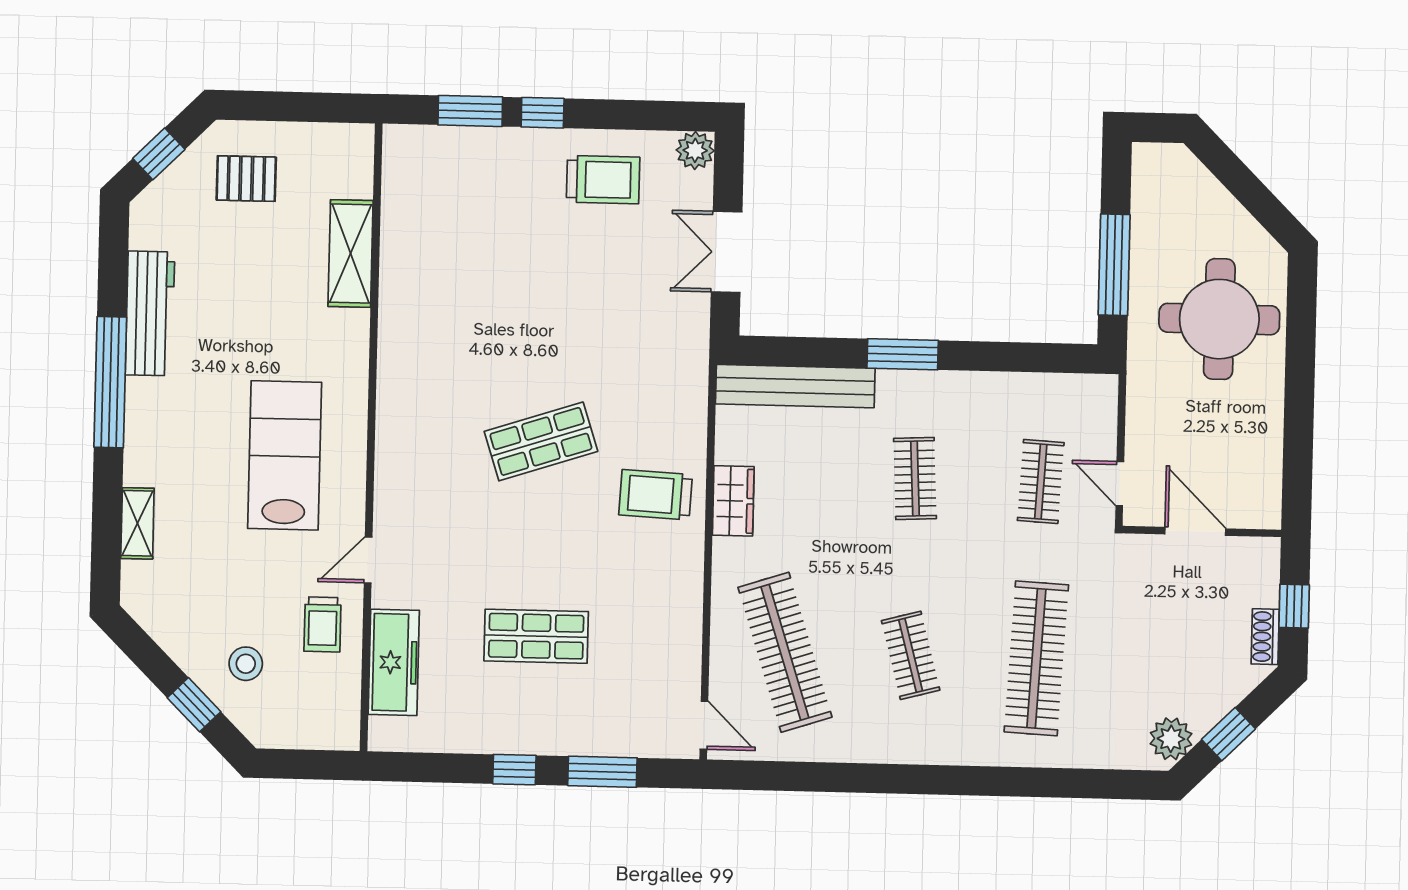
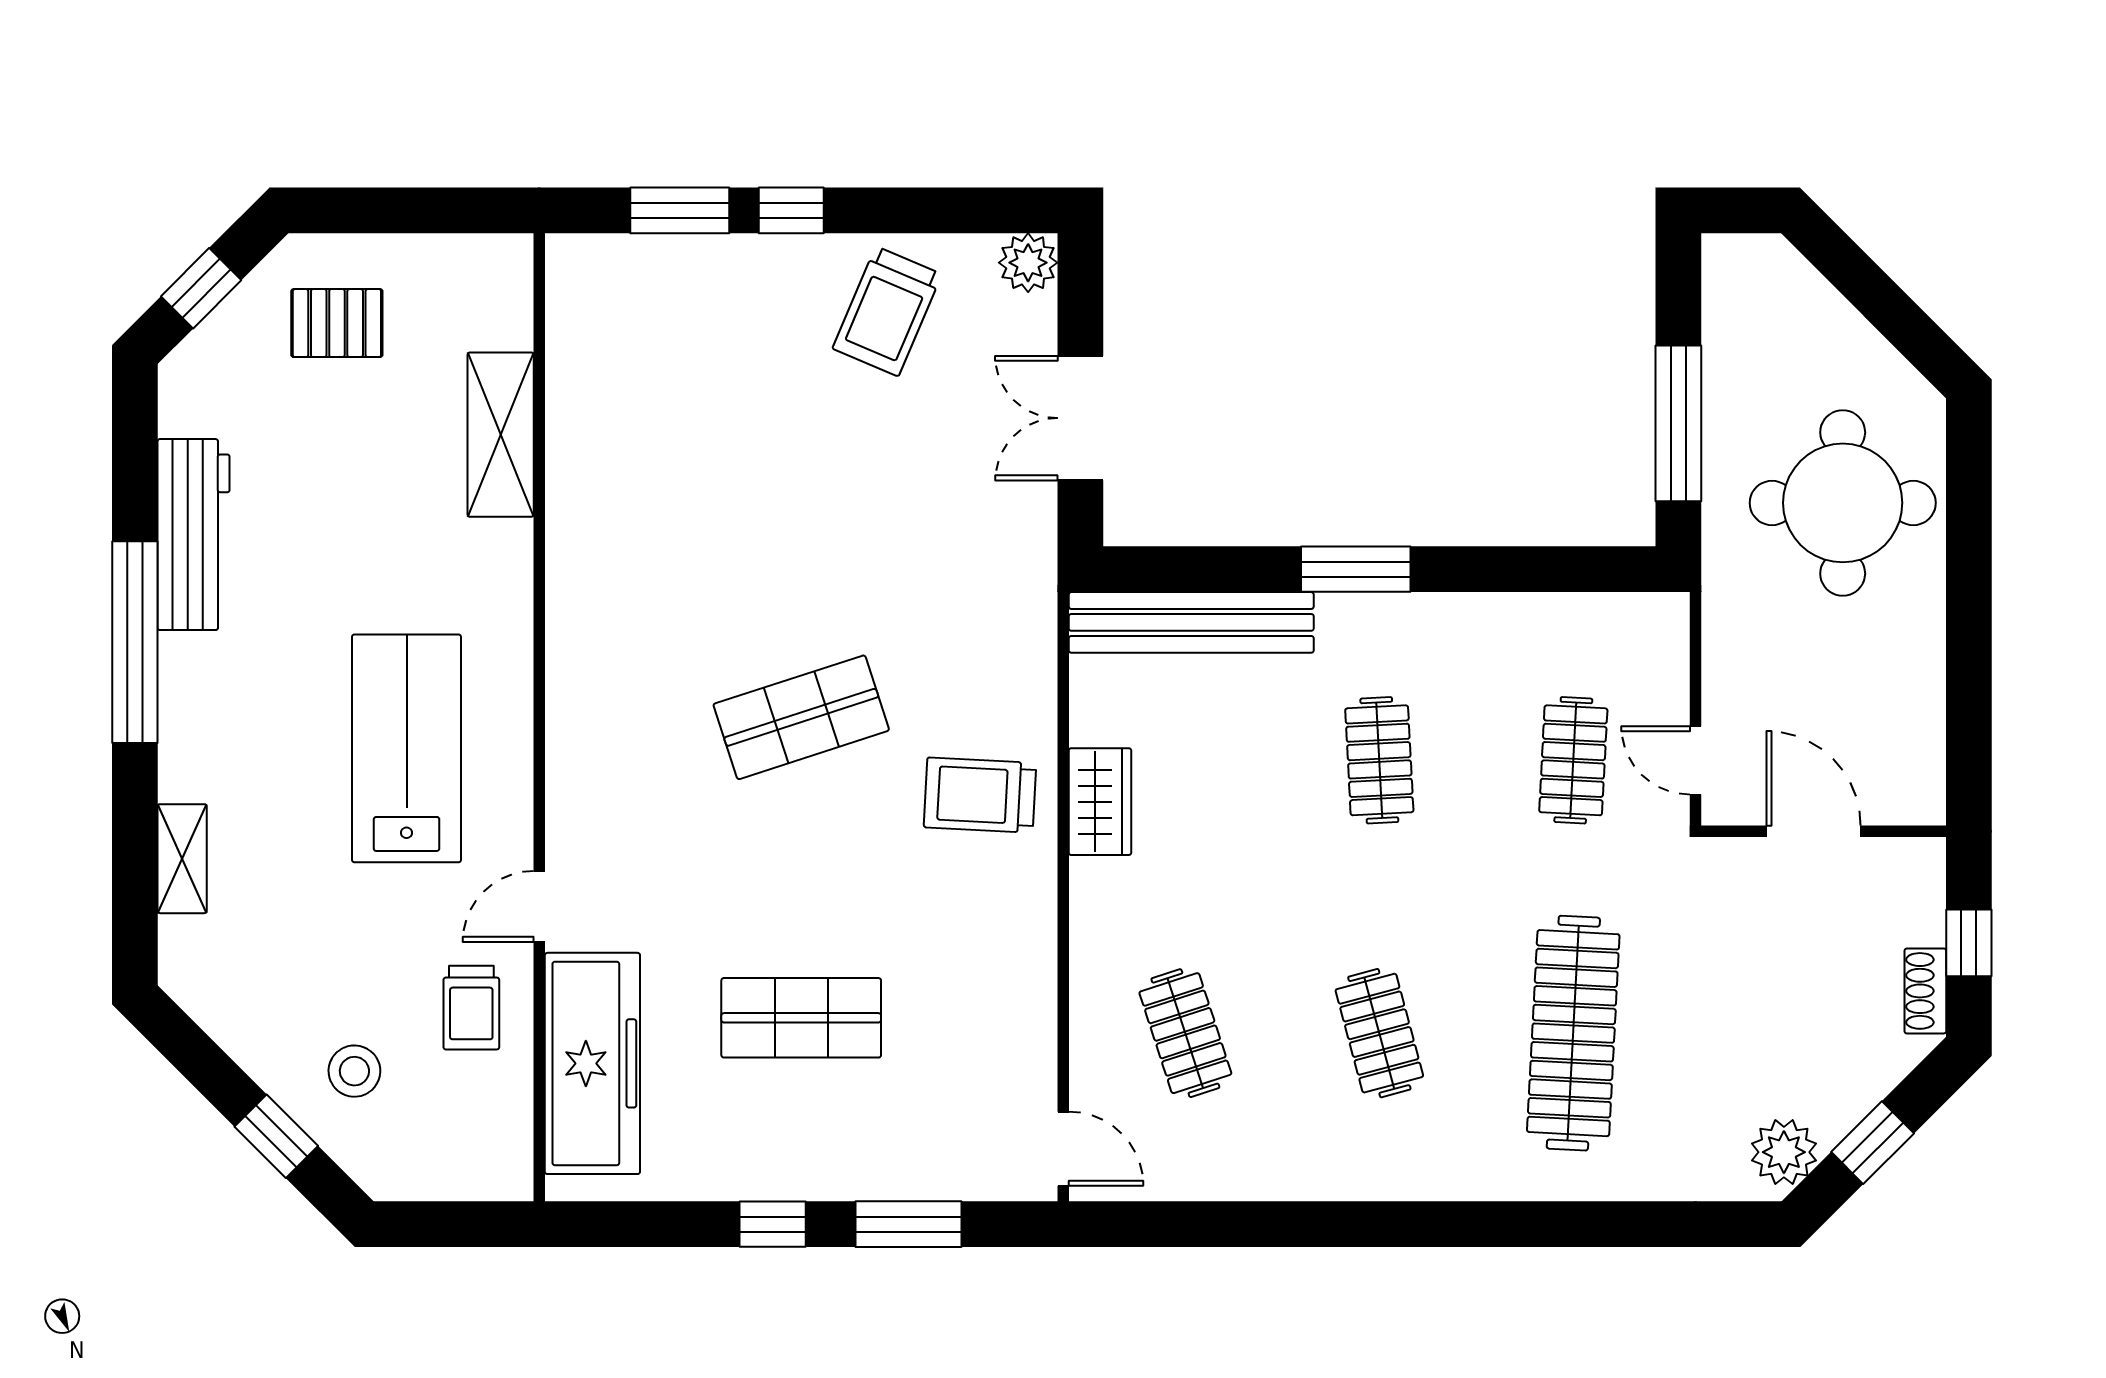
trolley: (603, 180) -> (887, 311), turned 113
clothes rail: (785, 652) -> (1185, 1033), width x0.54, depth x0.76
freezer: (394, 662) -> (592, 1063), width x1.36, depth x1.26

